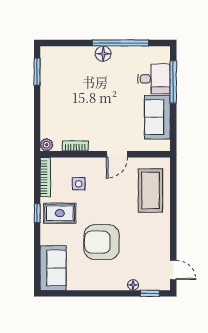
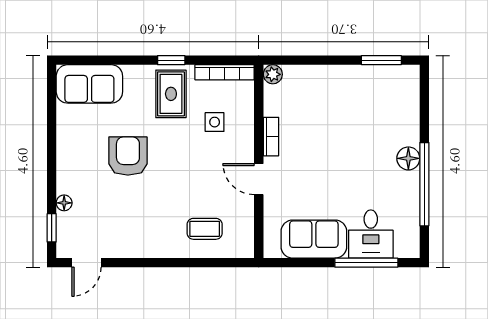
bookcase: (75, 146) -> (271, 137), moved
coffee table: (150, 191) -> (205, 229), width x0.54, depth x0.58
armchair: (102, 242) -> (128, 156), width x0.73, depth x0.73

